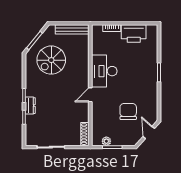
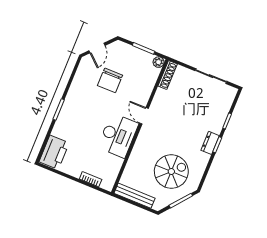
printer: (134, 34) -> (54, 152), moved, turned 90
door: (90, 95) -> (144, 116), swing flipped
dresser: (30, 106) -> (210, 143), moved
plant: (106, 141) -> (159, 62), moved

